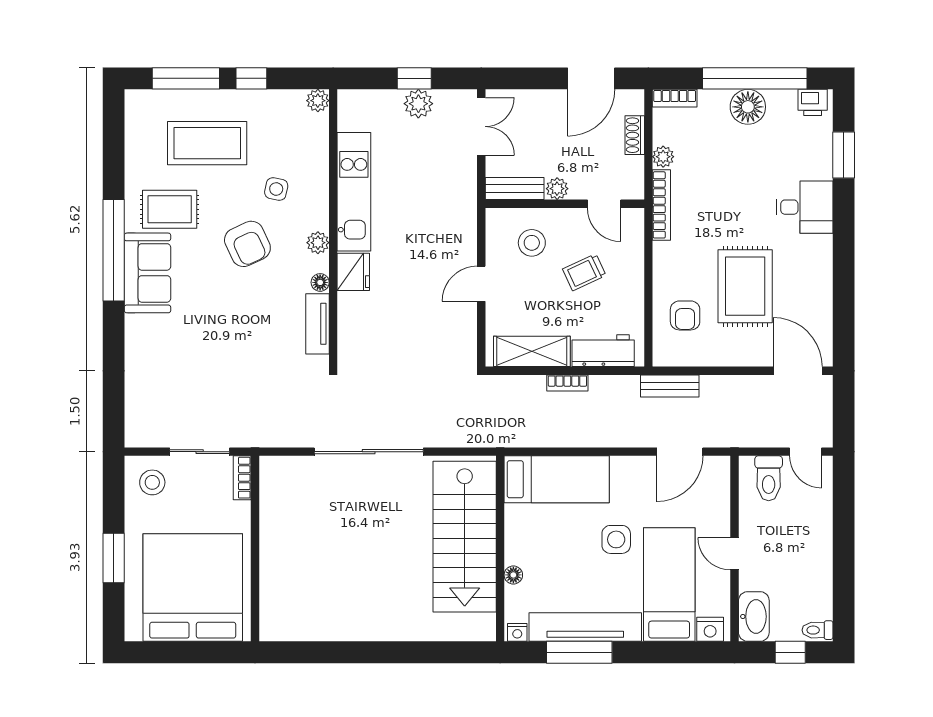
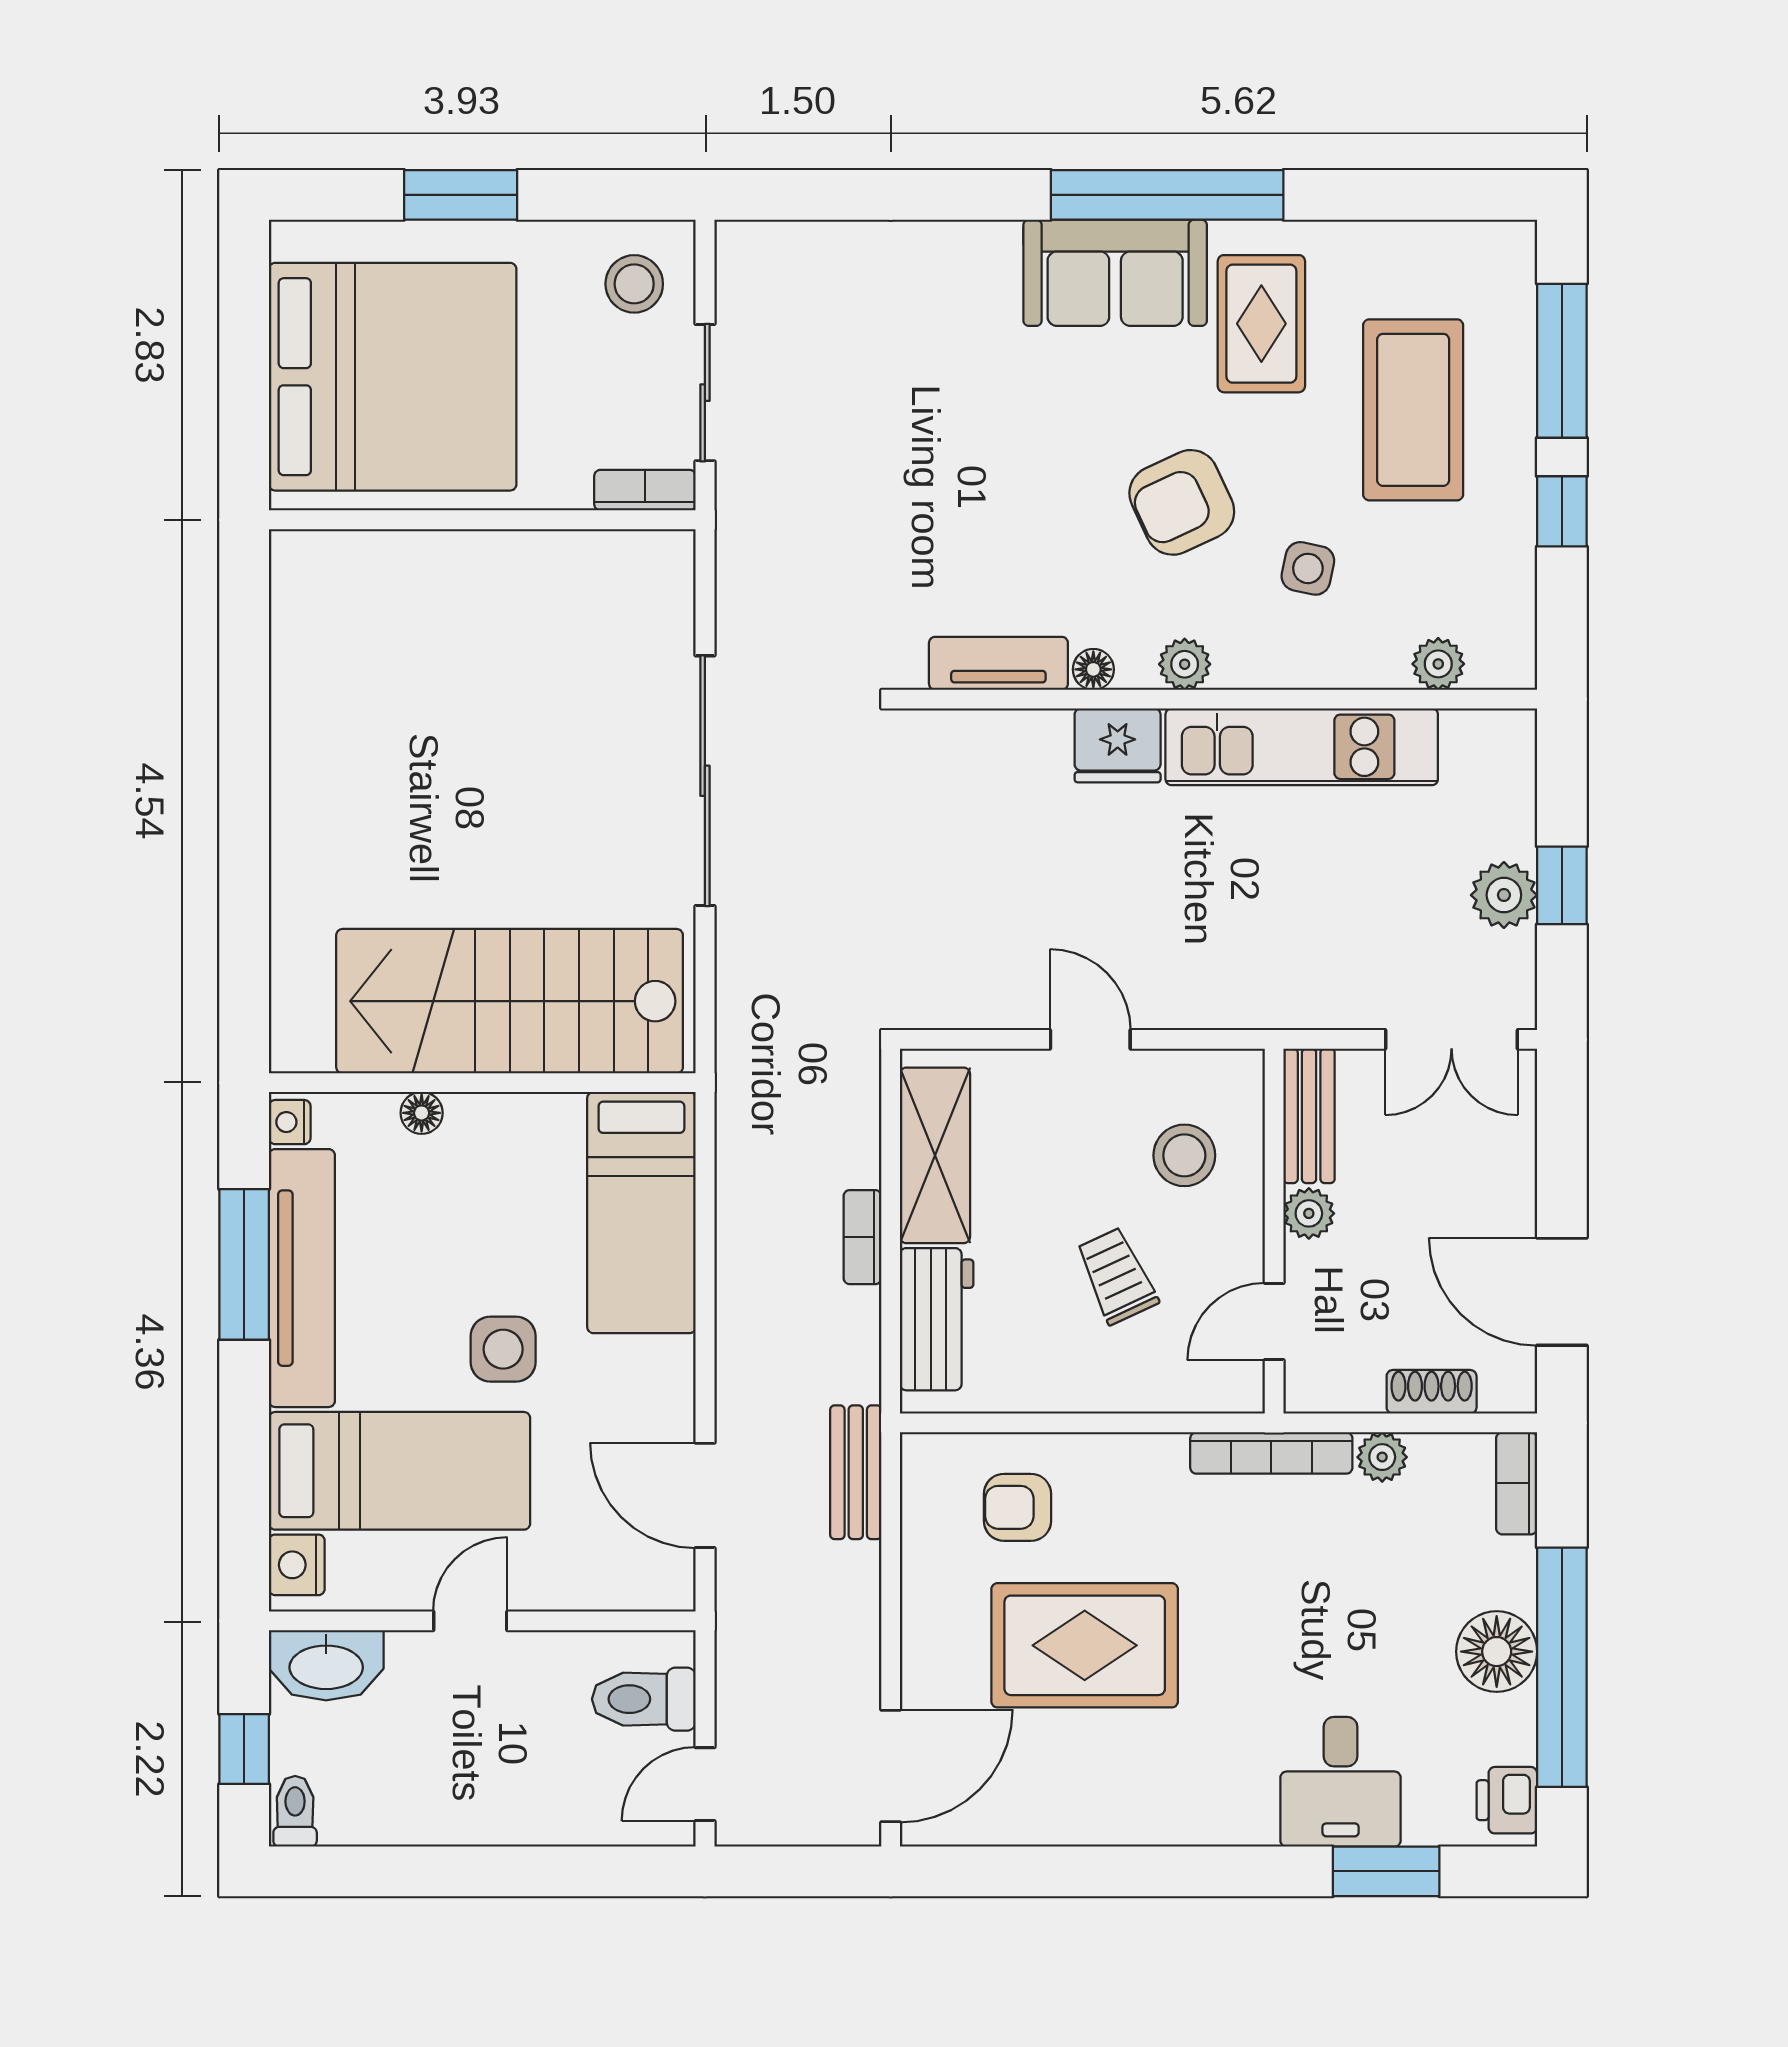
plant: (318, 101) -> (1438, 664), moved
desk: (805, 207) -> (1341, 1782), moved

